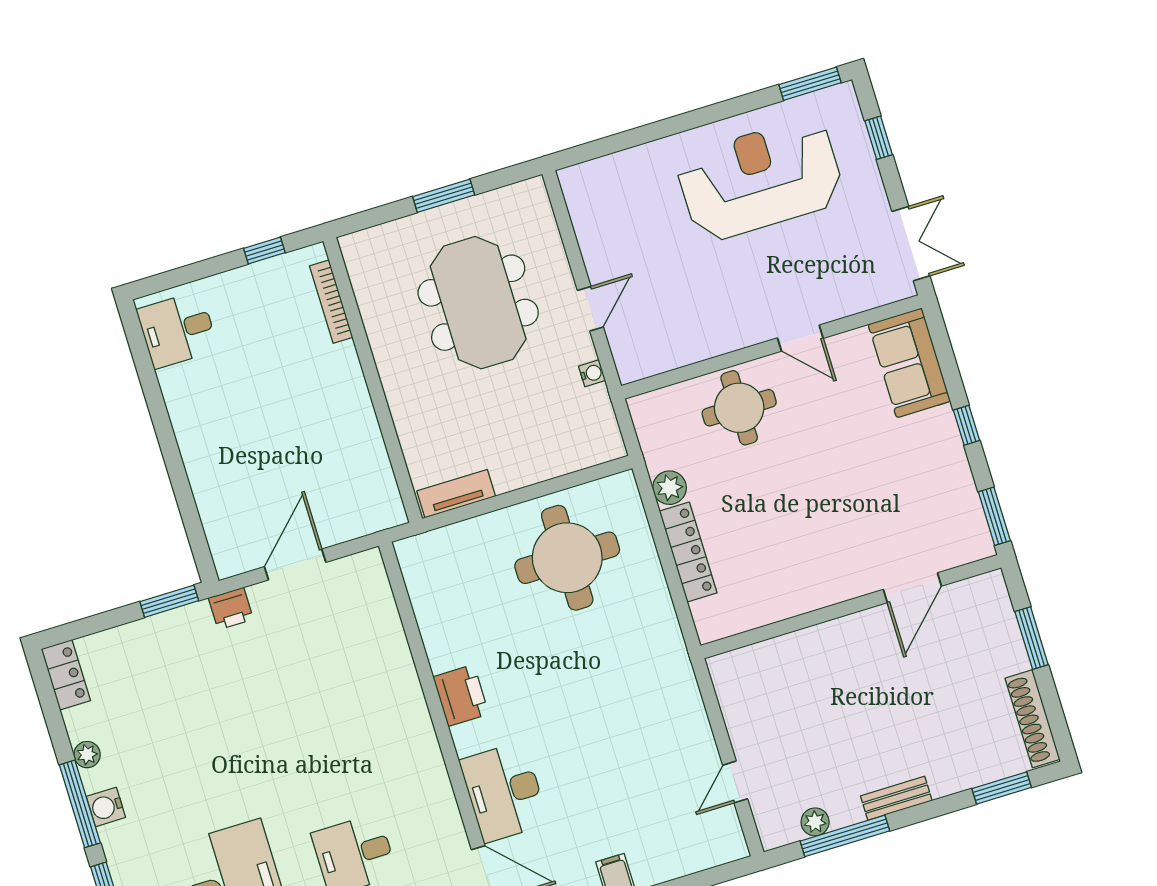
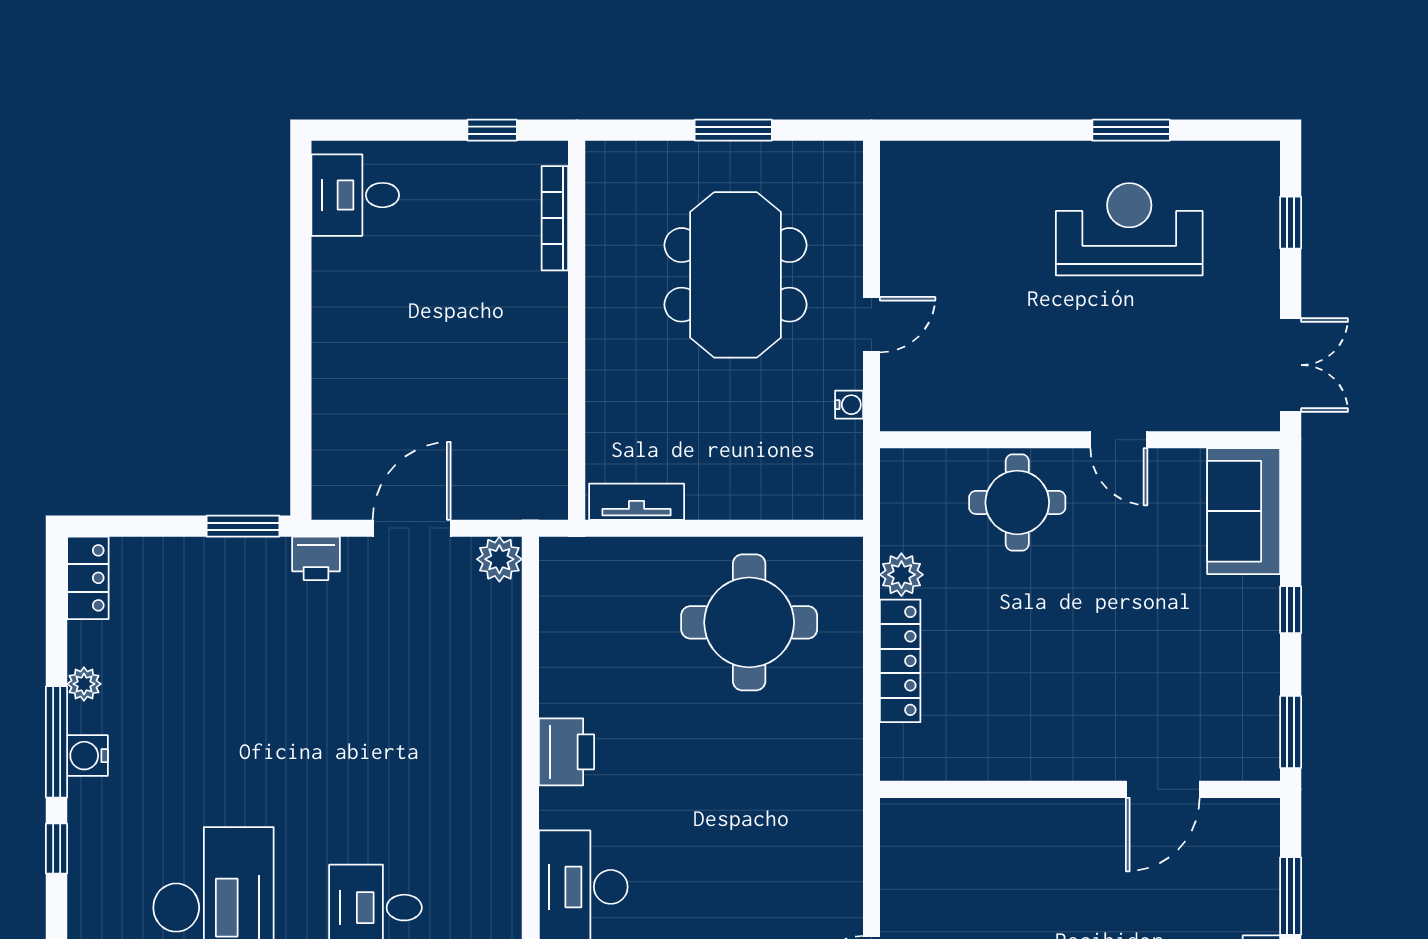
window: (810, 84) -> (1131, 130), moved
reception desk: (760, 179) -> (1129, 229), width x0.74, depth x0.77
plant: (367, 568) -> (499, 559), added

